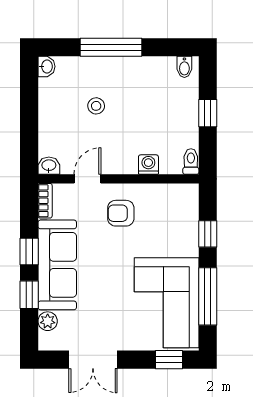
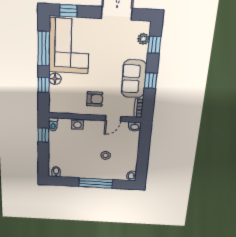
window: (208, 113) -> (43, 135), moved
floor lamp: (189, 246) -> (55, 79), added
sofa: (57, 265) -> (134, 79), width x0.73
window: (29, 295) -> (154, 45), moved

